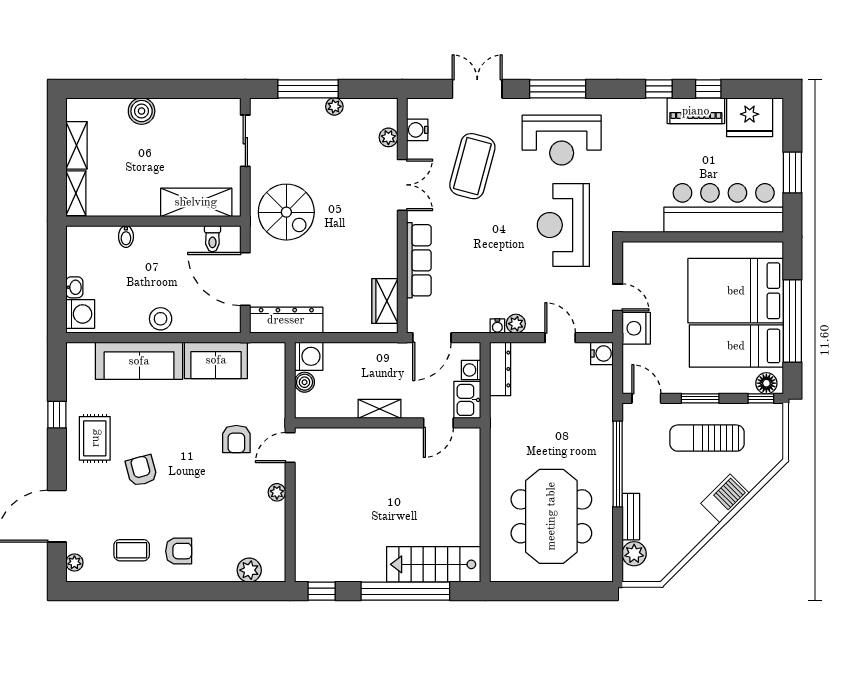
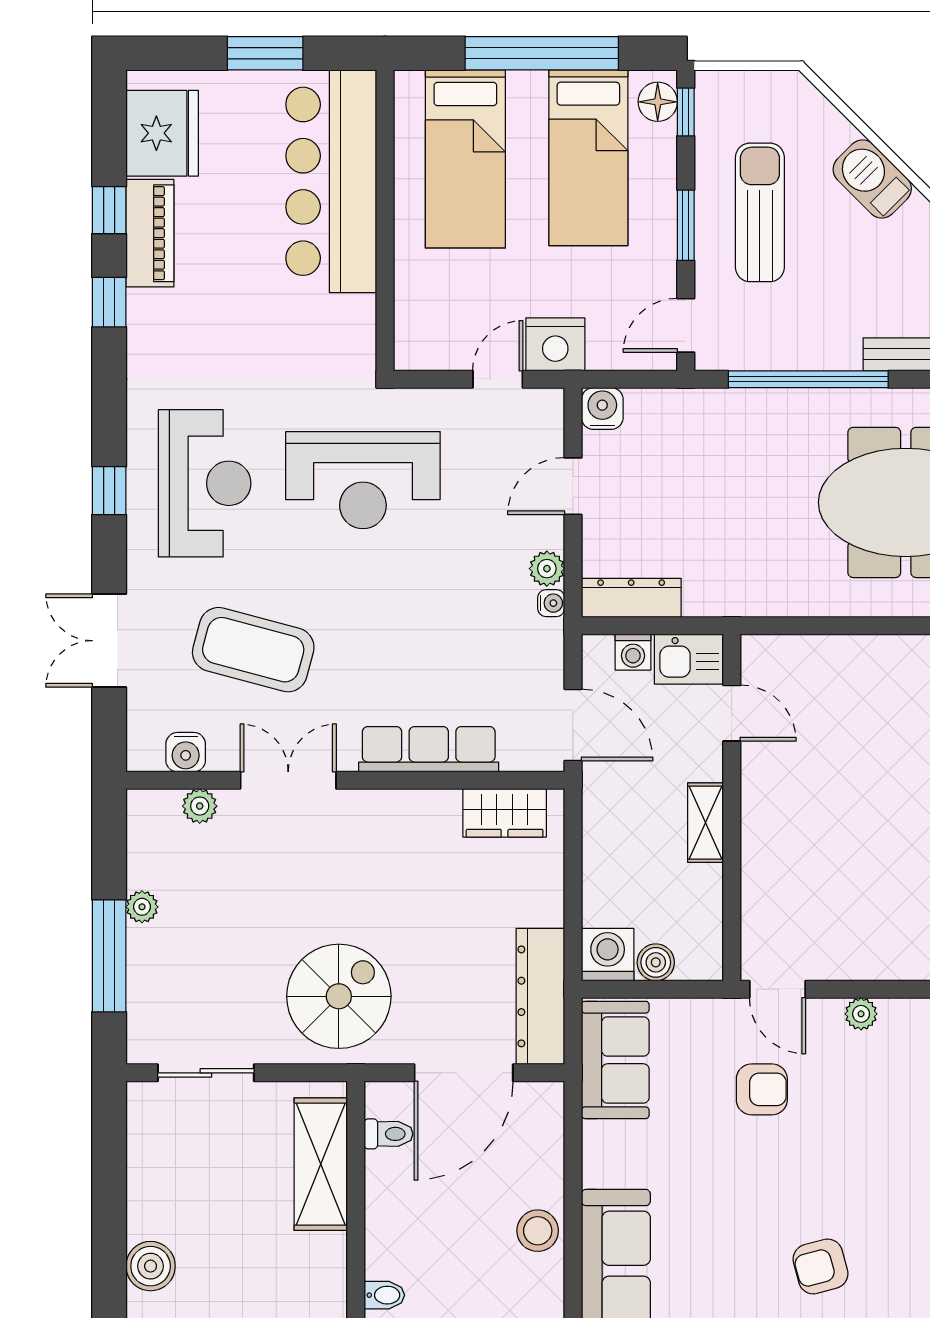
window: (558, 89) -> (109, 491), width x0.46
bed: (736, 291) -> (465, 159), width x0.67
sofa: (216, 360) -> (615, 1060), moved
sun lounger: (707, 438) -> (760, 212), turned 180

